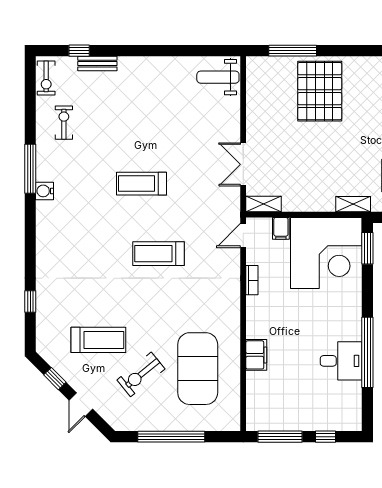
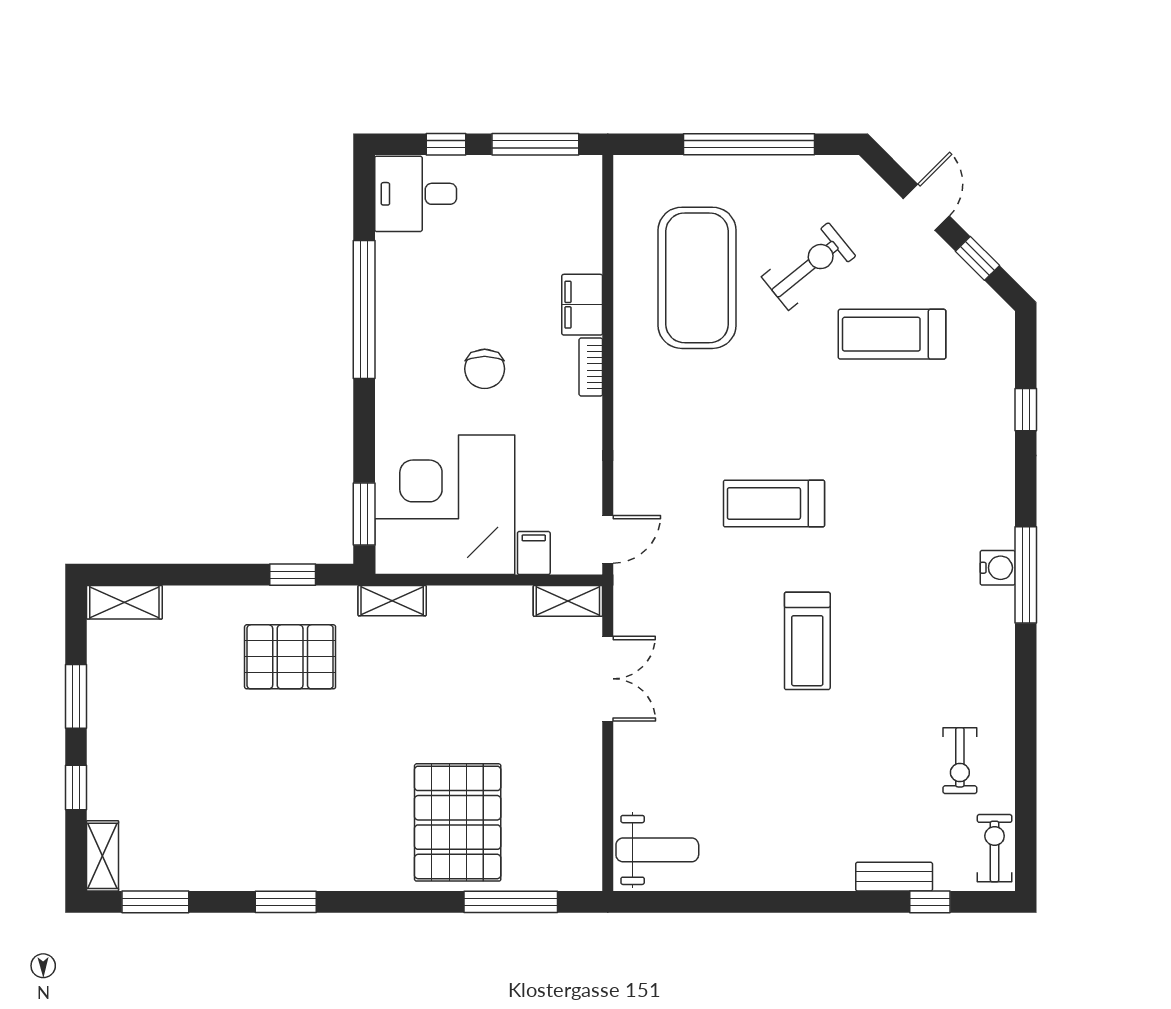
window: (30, 169) -> (1026, 575), moved
treadmill: (142, 184) -> (807, 641), turned 90
water cooler: (45, 191) -> (998, 568), moved
treadmill: (159, 254) -> (774, 504), turned 180
bookcase: (252, 280) -> (591, 367), moved
chair: (306, 322) -> (485, 369), added
desk: (341, 361) -> (416, 194), moved

